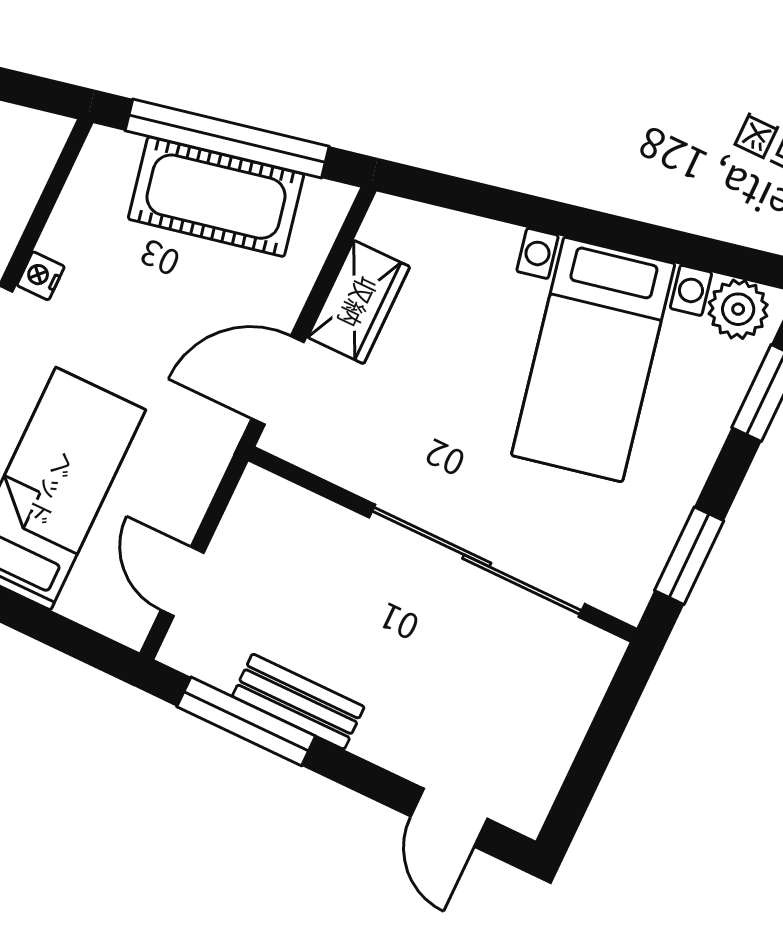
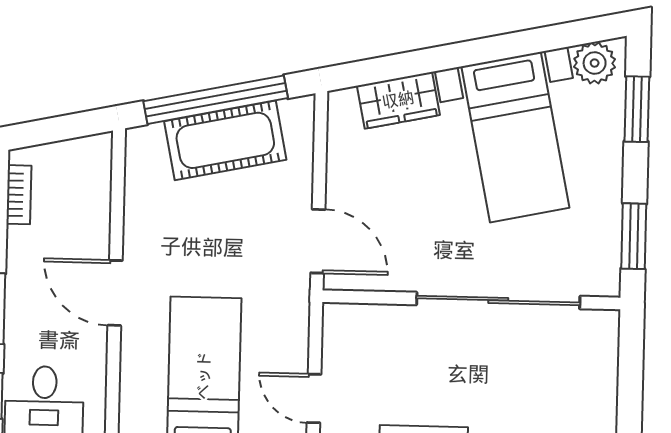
nightstand: (41, 276) -> (135, 242), removed
wardrobe: (359, 302) -> (398, 100), moved, turned 78
door: (278, 380) -> (318, 241), swing flipped

